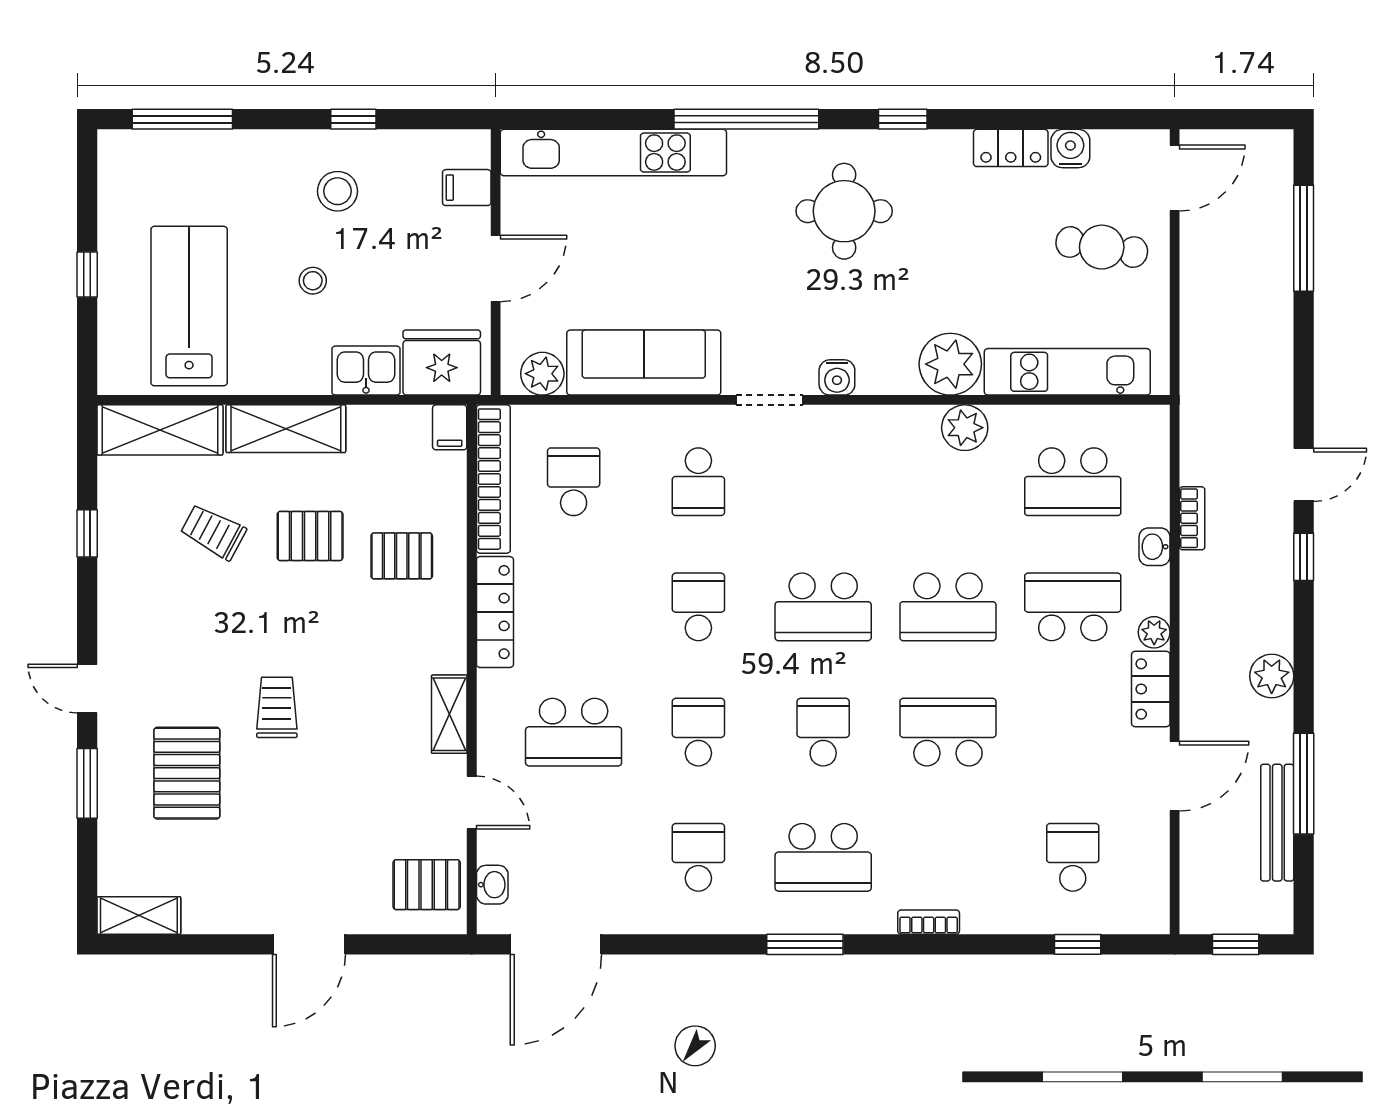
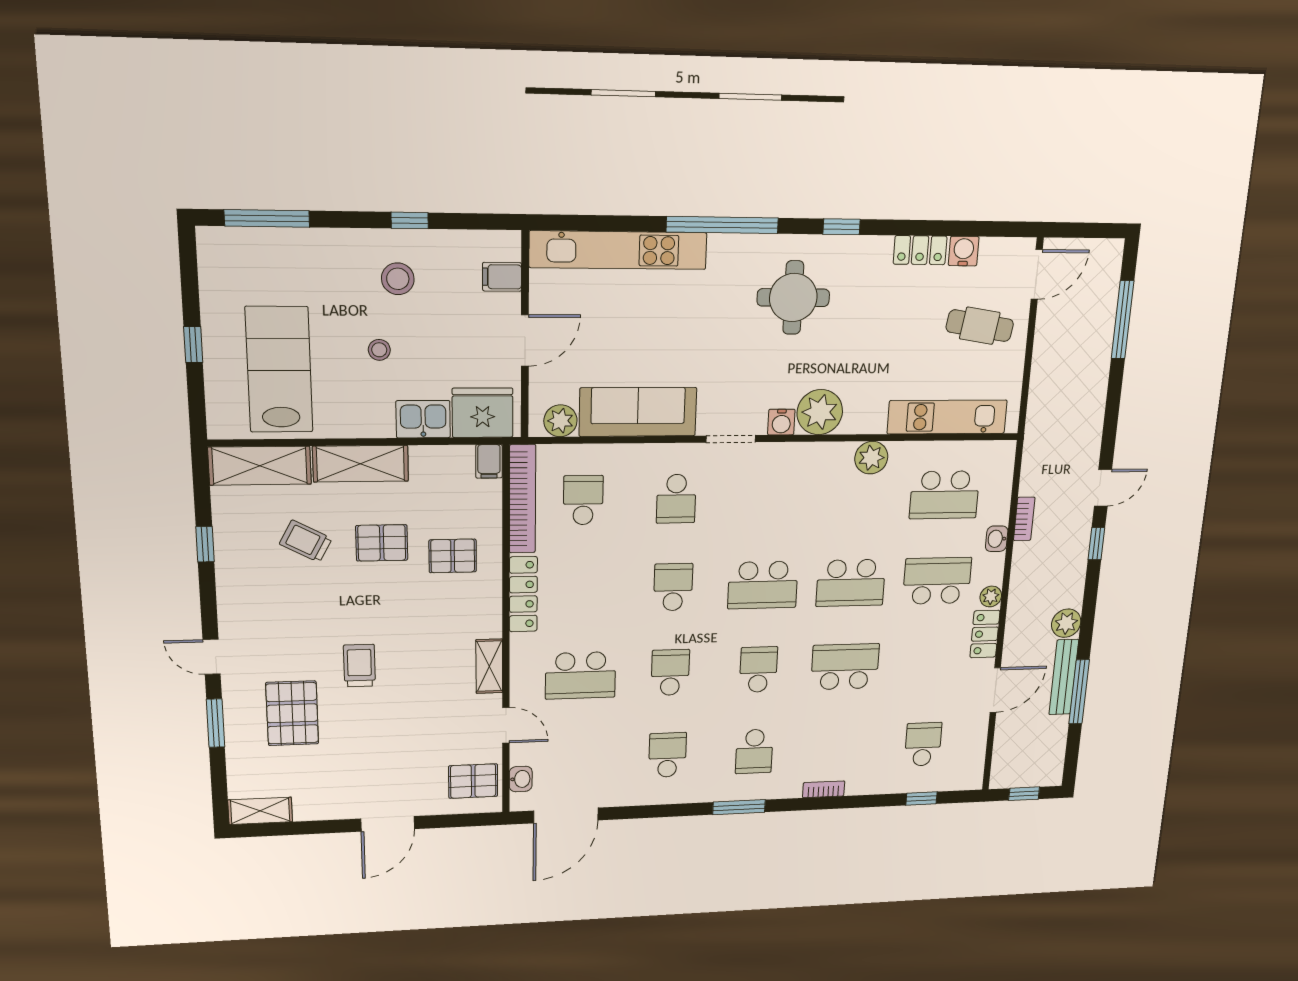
plant: (950, 364) -> (820, 412), moved
bench: (1277, 823) -> (1064, 677), moved
school desk: (823, 857) -> (754, 751), width x0.54

